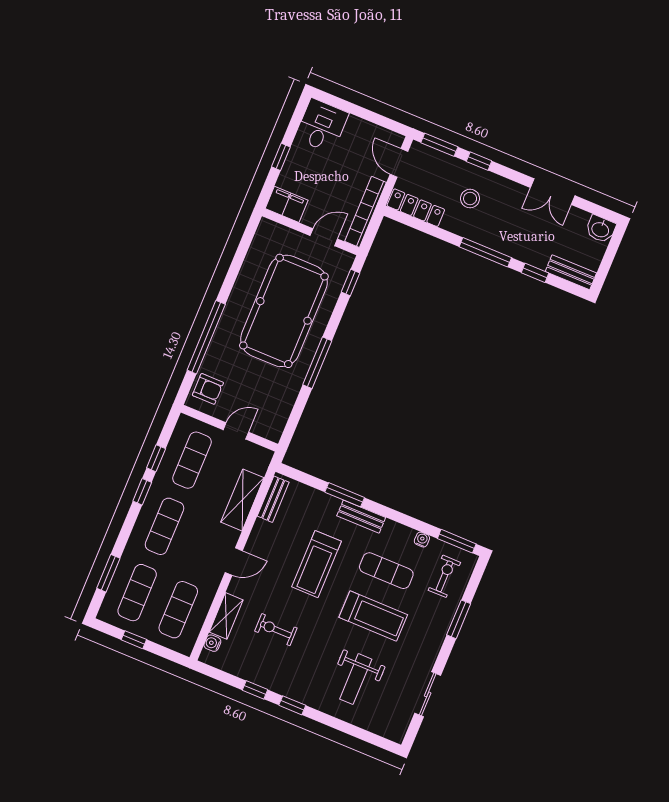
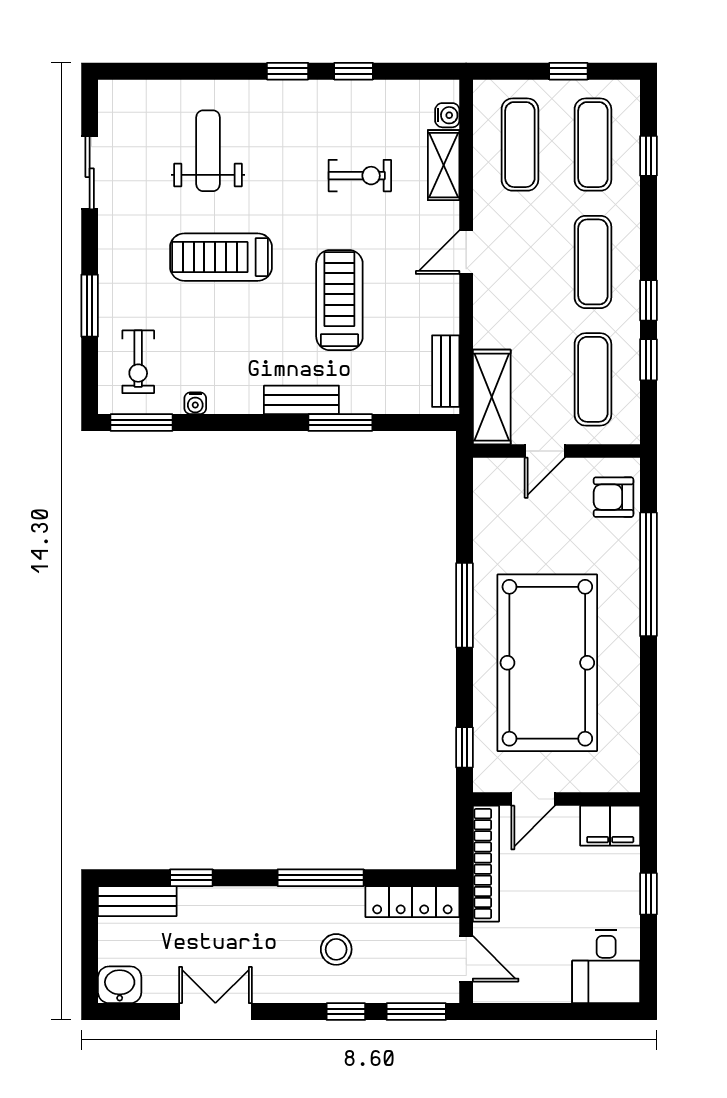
window: (485, 252) -> (321, 878), moved
shelving: (242, 500) -> (492, 397), moved
exercise mat: (386, 571) -> (230, 334), removed
window: (108, 573) -> (648, 156), width x0.67

